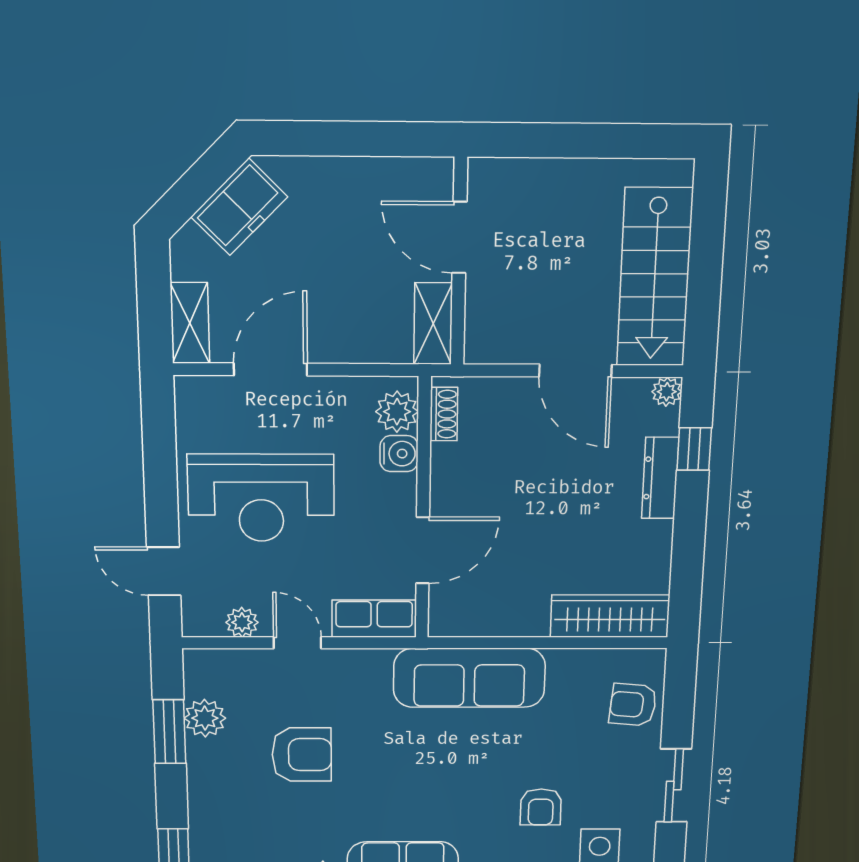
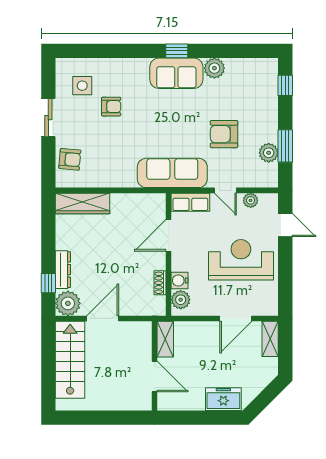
freezer: (239, 207) -> (223, 399), moved, turned 45
door: (575, 371) -> (103, 318), hinge flipped
plant: (667, 392) -> (68, 303), width x1.88, depth x1.88
shoe rack: (444, 414) -> (160, 283), moved
sofa: (469, 678) -> (172, 173), moved
armchair: (541, 807) -> (111, 107), turned 90

